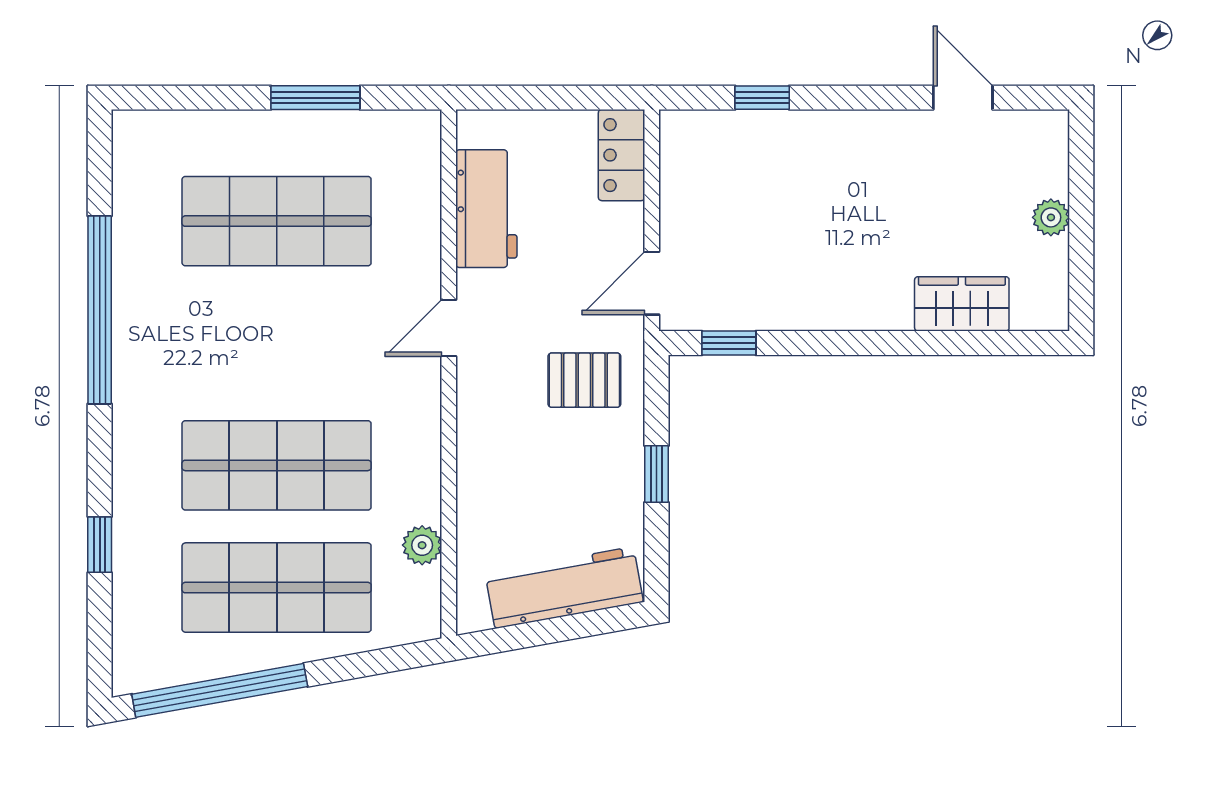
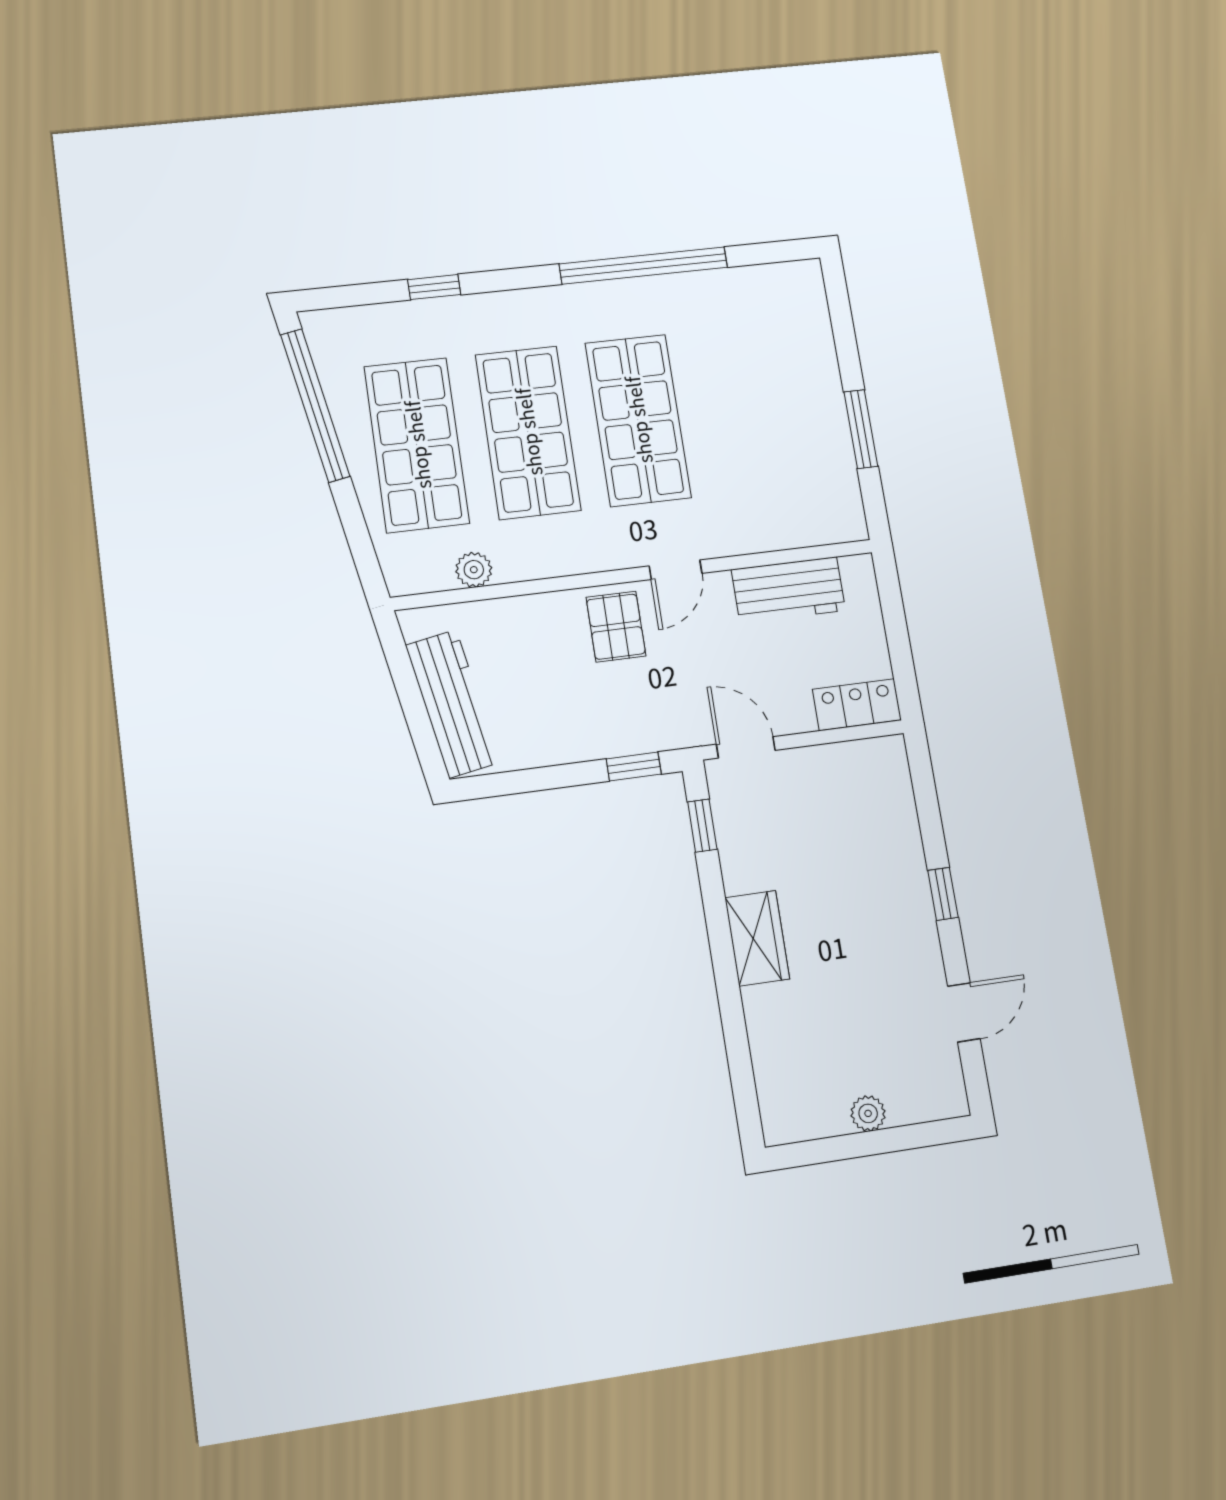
window: (762, 98) -> (943, 894), moved
shop shelf: (277, 221) -> (638, 420), moved
wardrobe: (962, 304) -> (757, 938), moved
door: (449, 328) -> (676, 570), swing flipped
pallet: (584, 380) -> (616, 627), moved
window: (656, 474) -> (634, 767), moved

